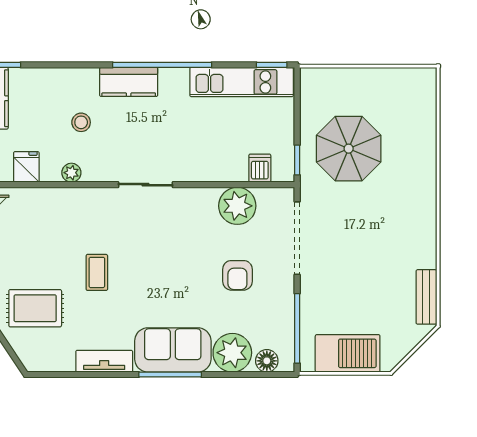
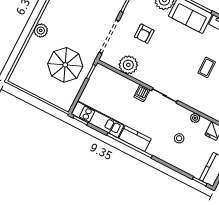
kitchen counter: (129, 82) -> (135, 139), moved
dishwasher: (260, 168) -> (142, 93), moved
plant: (423, 187) -> (41, 30), added
armchair: (237, 275) -> (144, 34), turned 180

